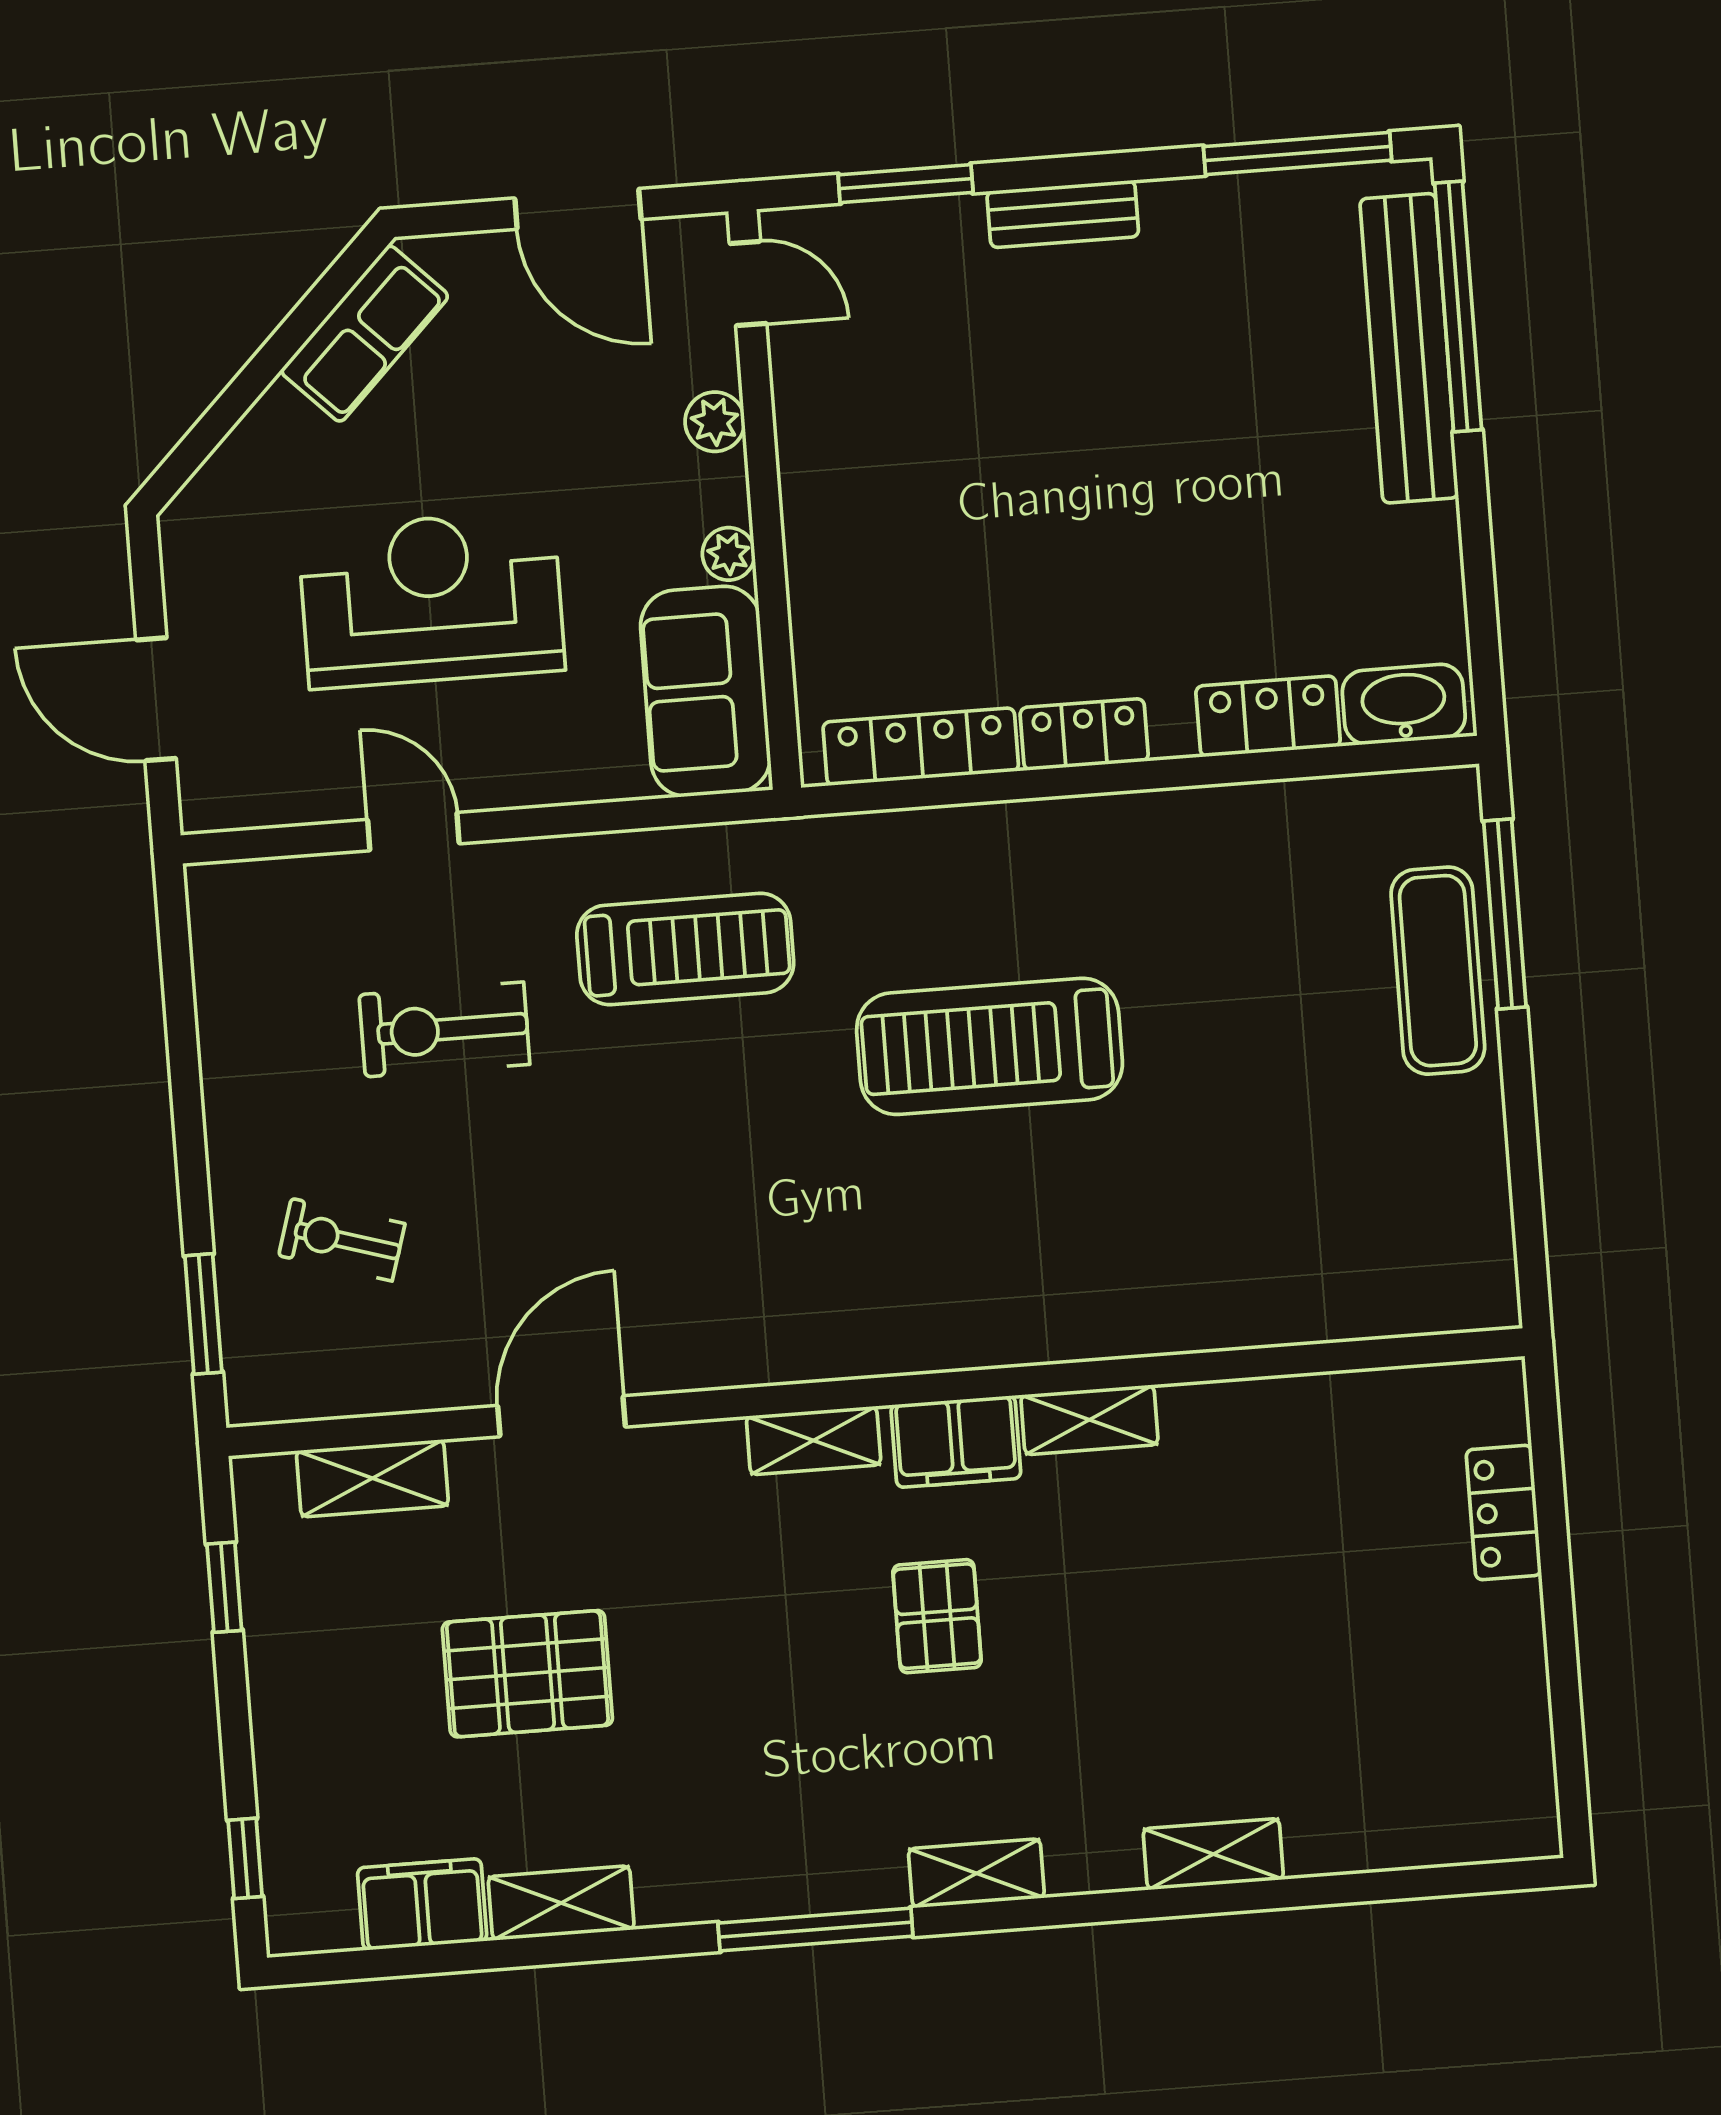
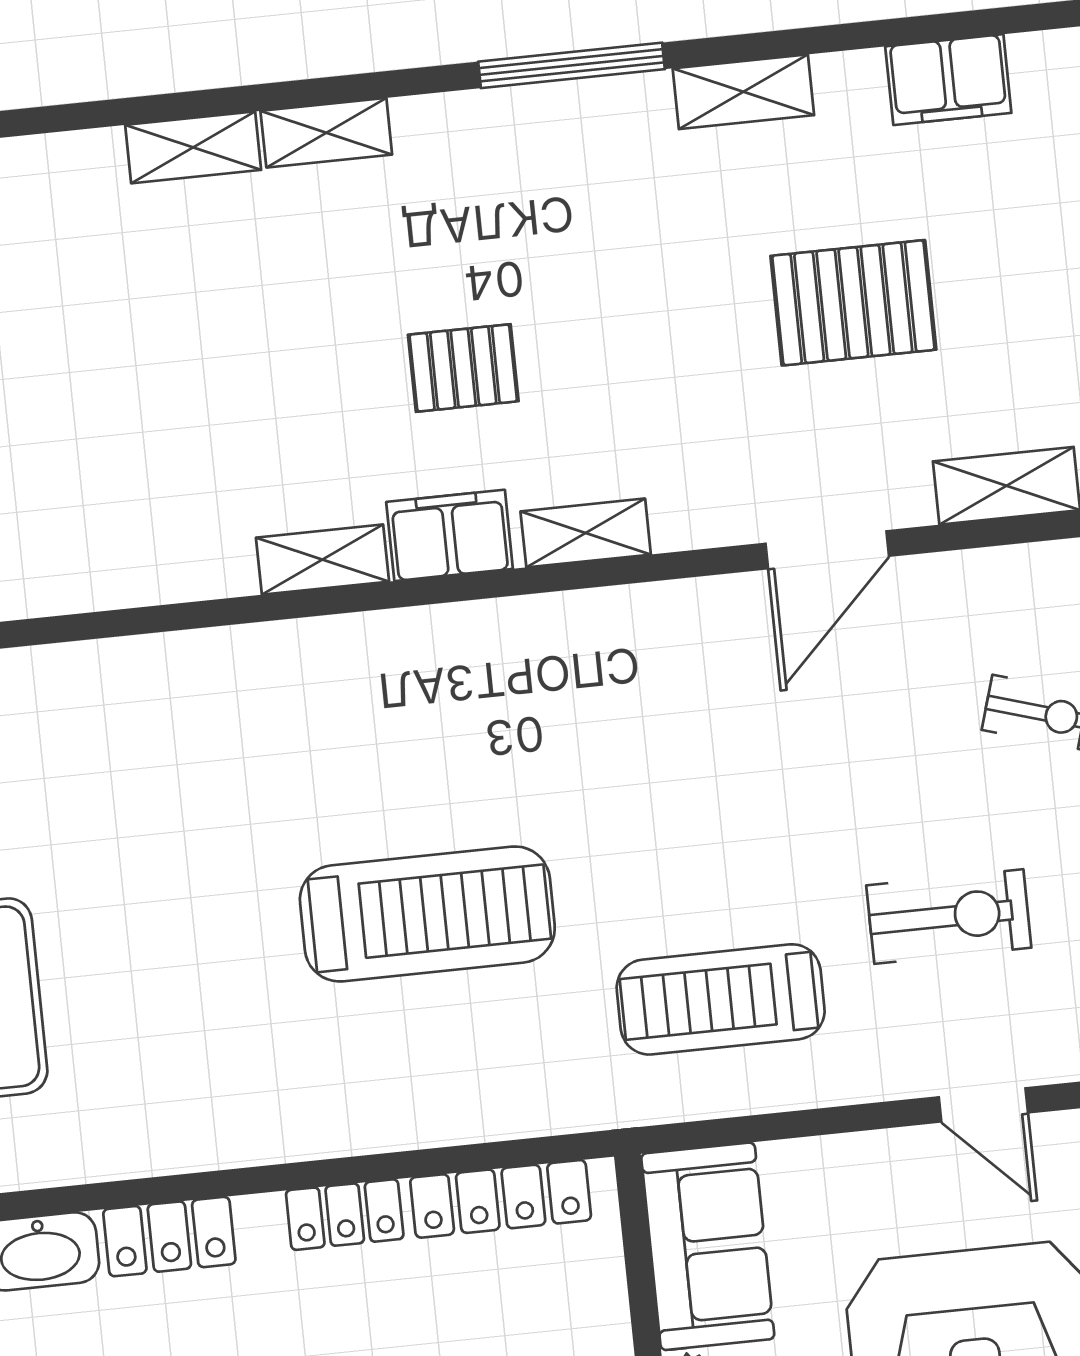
pallet: (937, 1616) -> (463, 368), turned 90
shelving: (976, 1873) -> (326, 133), moved
shelving: (561, 1903) -> (743, 92), moved

